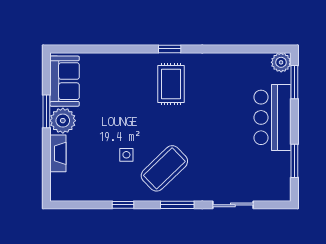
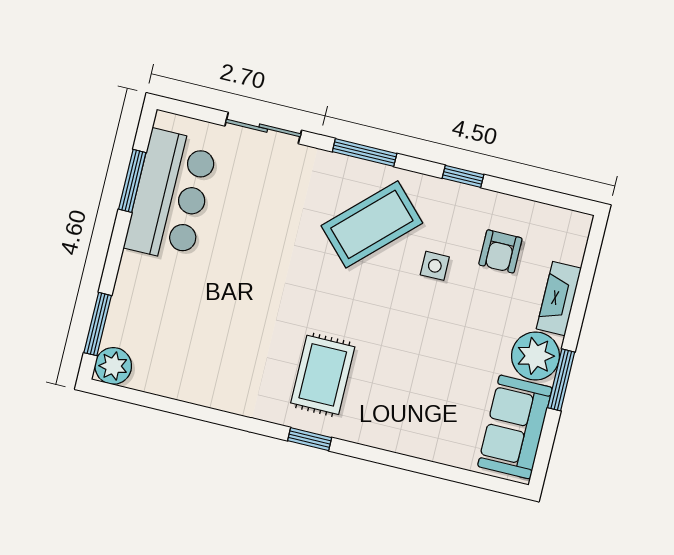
bar counter: (272, 117) -> (171, 196), moved
armchair: (94, 170) -> (500, 251), added

